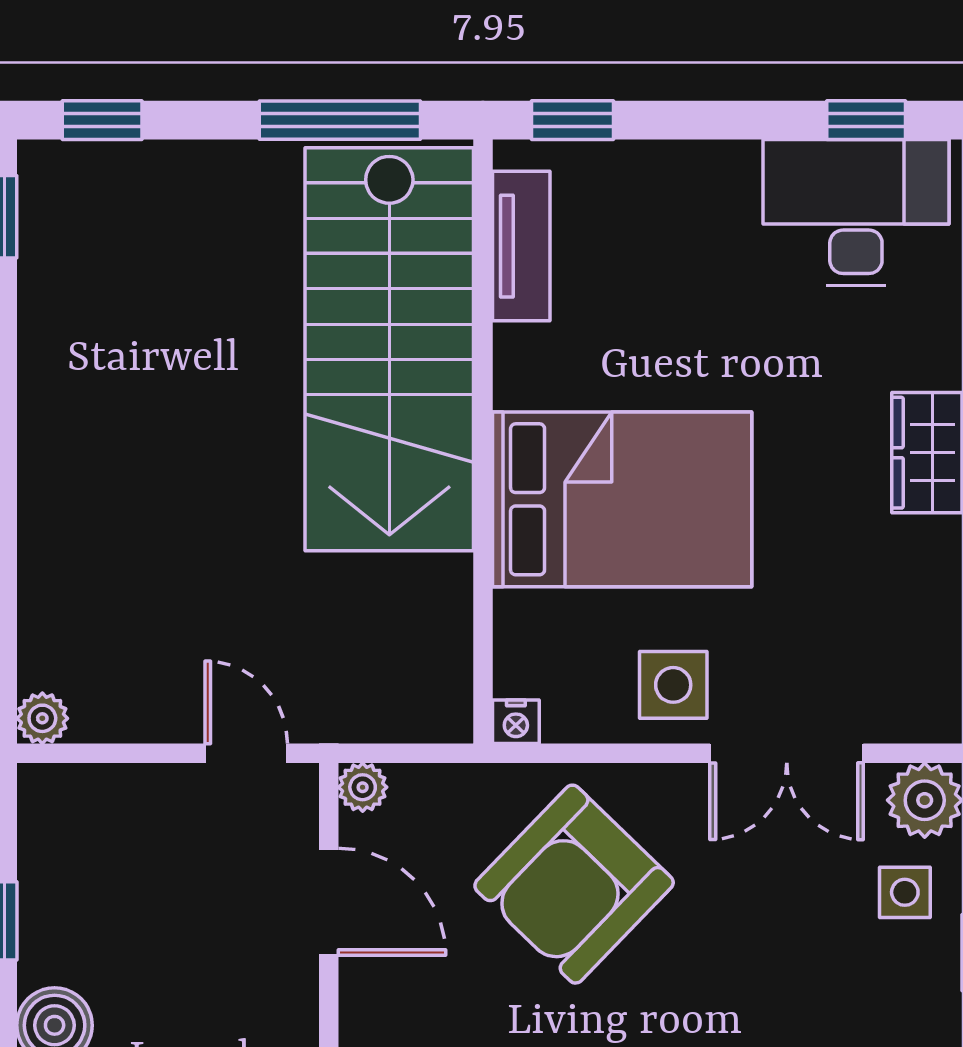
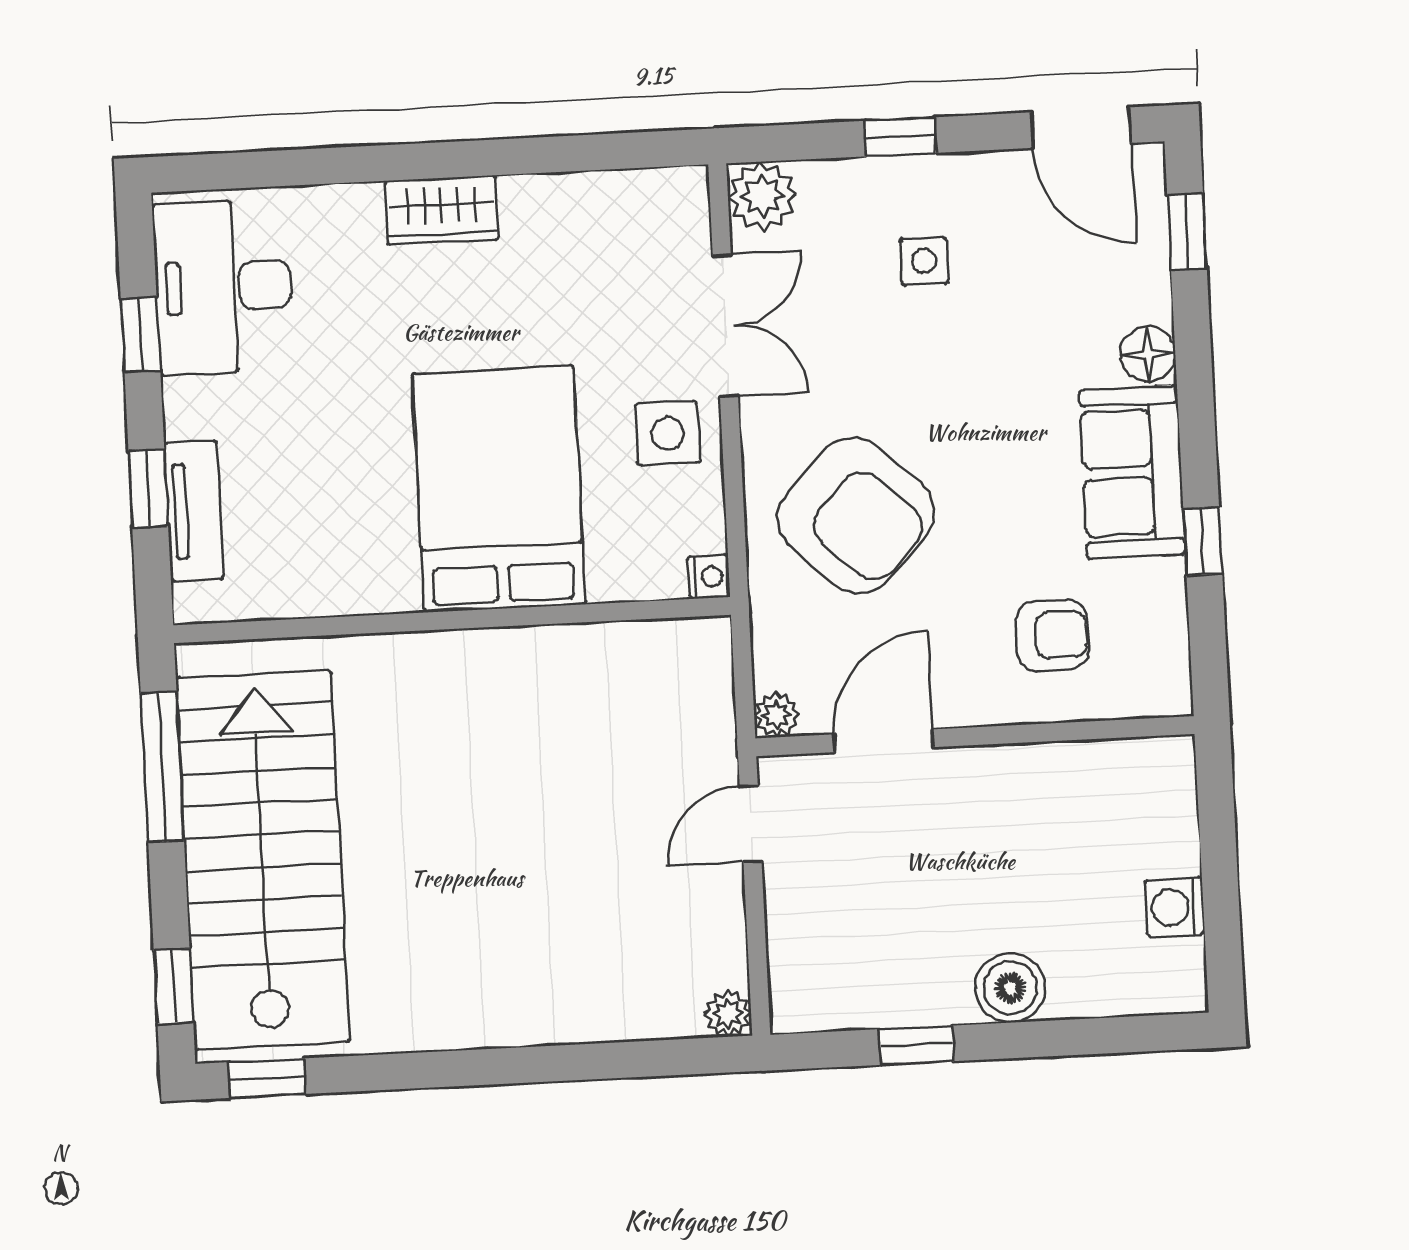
window: (572, 120) -> (148, 488), moved
window: (866, 120) -> (140, 335), moved
tv unit: (521, 246) -> (194, 511), moved, turned 90
stairs: (389, 349) -> (263, 860), moved, turned -90
side table: (905, 892) -> (924, 261), moved

